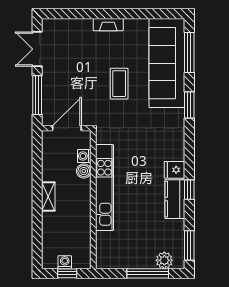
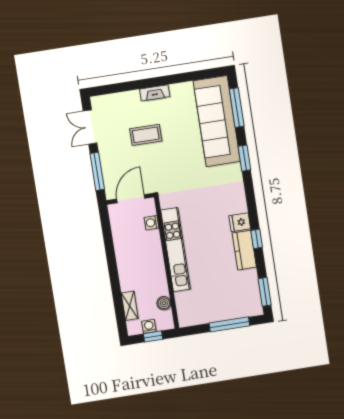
coffee table: (119, 84) -> (146, 135), moved, turned 90
boiler: (84, 171) -> (164, 303), moved
shelving: (48, 196) -> (130, 306), moved
plant: (164, 260) -> (243, 310), removed

